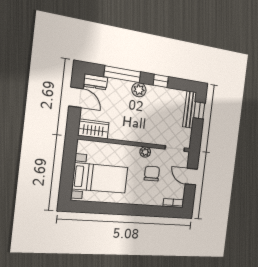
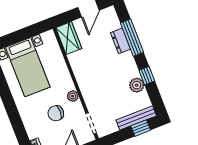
dresser: (95, 82) -> (120, 41), moved
plant: (139, 90) -> (137, 85), moved
chair: (152, 173) -> (56, 113), turned 180

